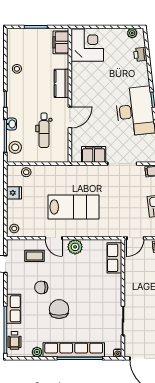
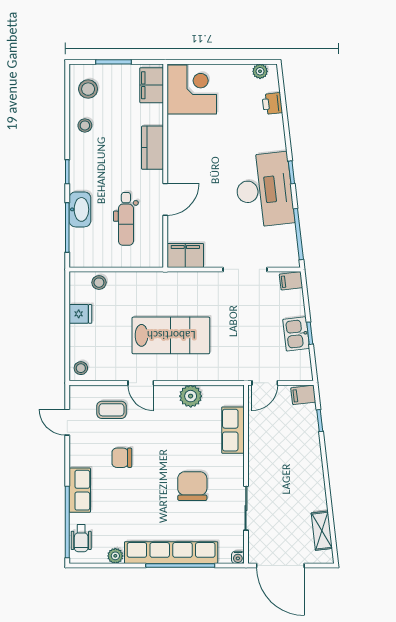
washbasin: (11, 124) -> (80, 209), width x1.91, depth x1.45
stool: (15, 147) -> (88, 89), moved
filing cabinet: (94, 154) -> (185, 255), moved
plant: (75, 247) -> (191, 396), moved
row of seats: (114, 258) -> (233, 430), moved
chair: (59, 309) -> (192, 486), moved

